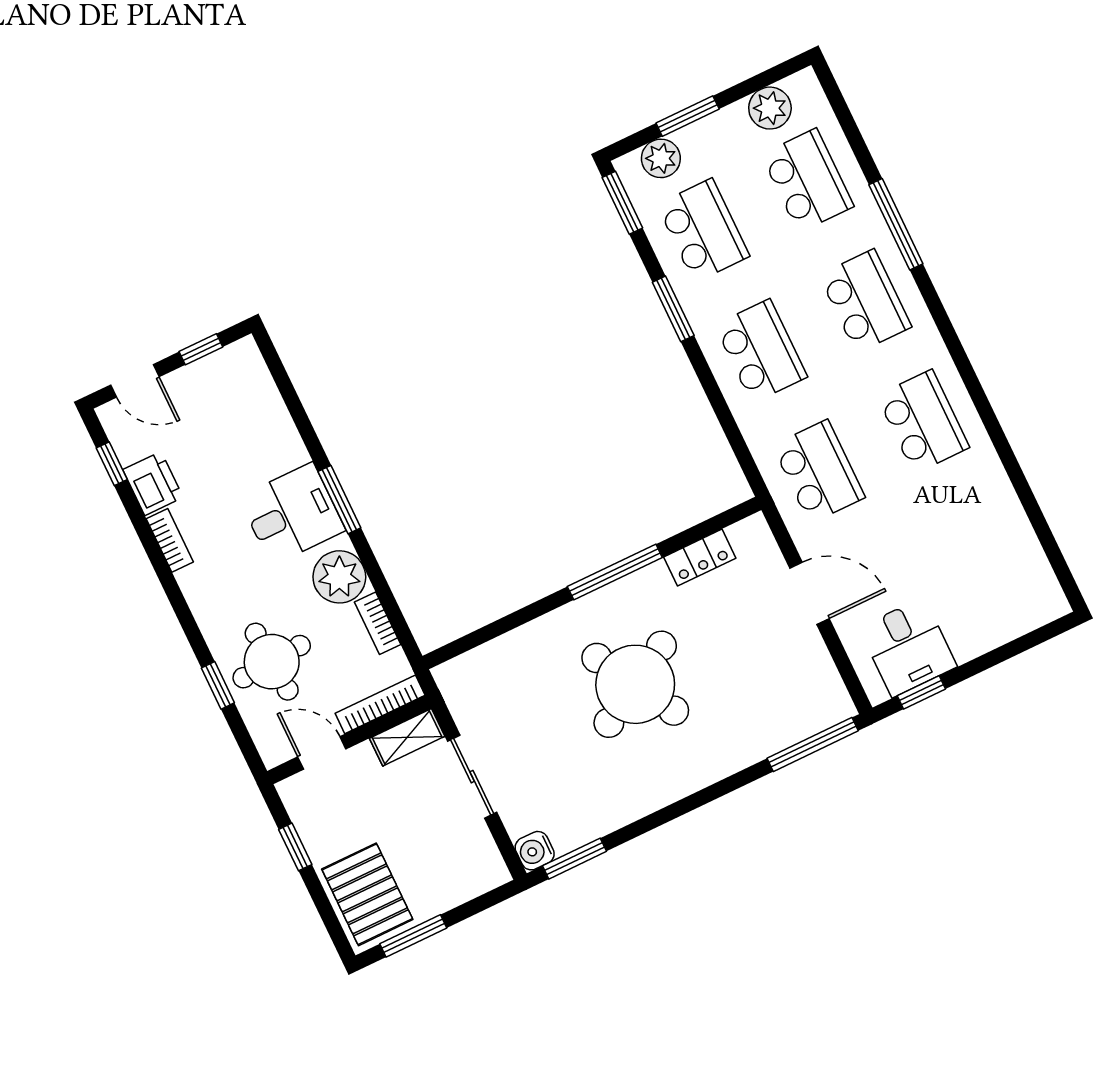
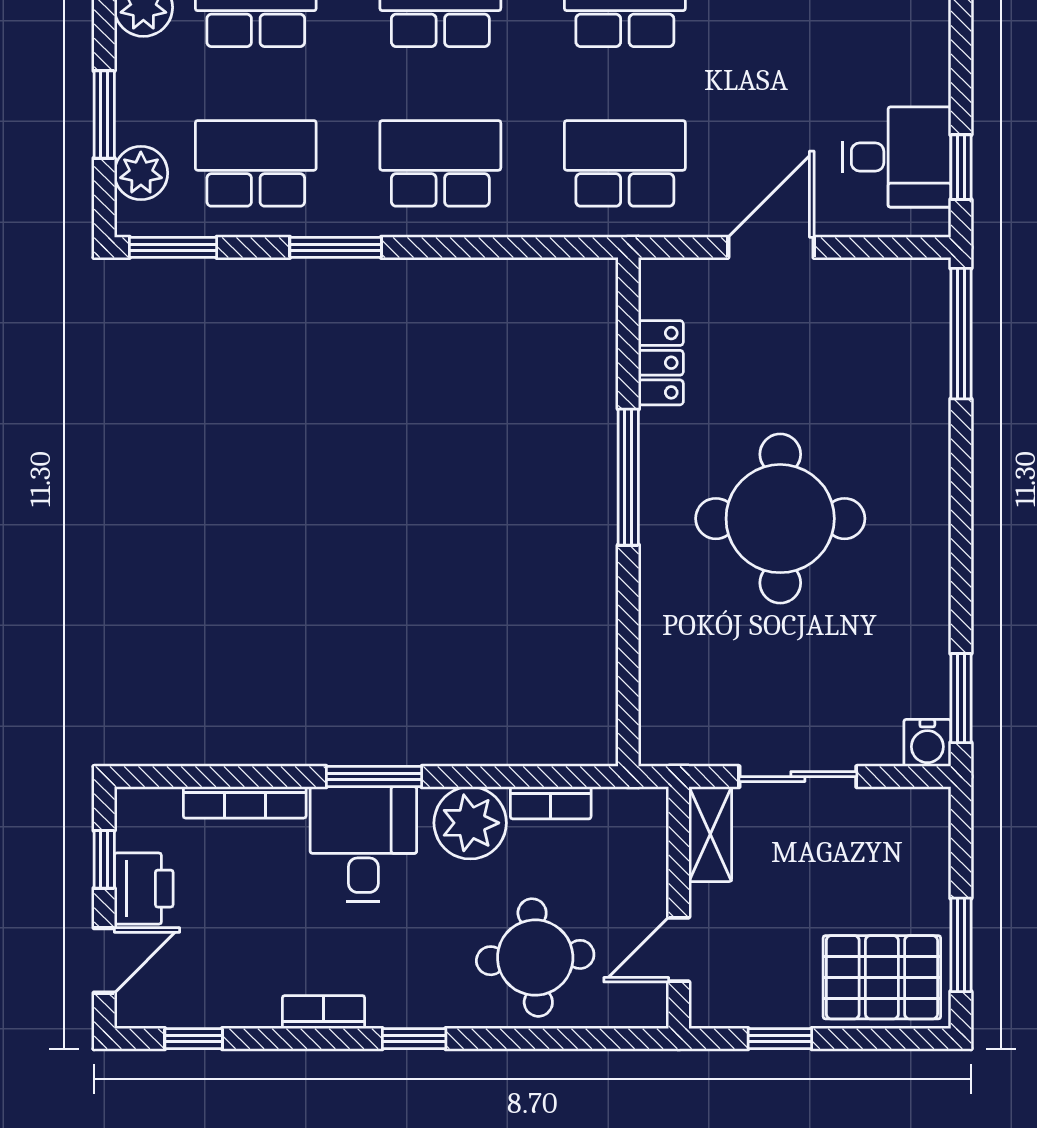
printer: (153, 484) -> (144, 889), moved, turned 90
round table: (635, 684) -> (780, 519), turned 30
window: (218, 685) -> (414, 1039), moved
bookcase: (380, 704) -> (245, 802), moved, turned -90

